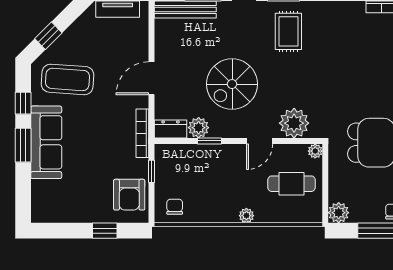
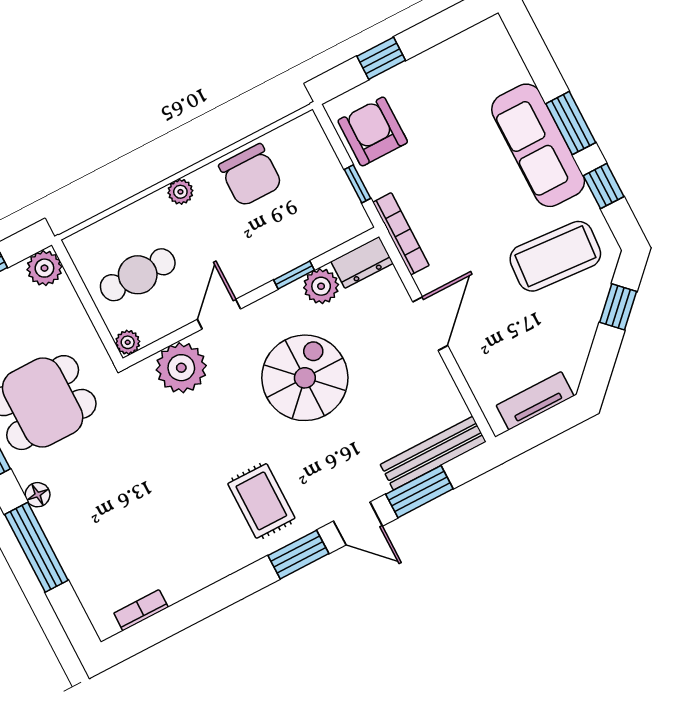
chair: (175, 207) -> (251, 175), moved, width x1.87, depth x1.87

